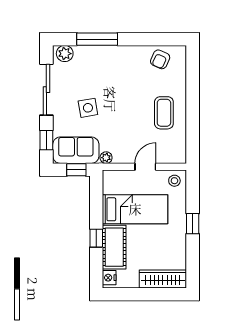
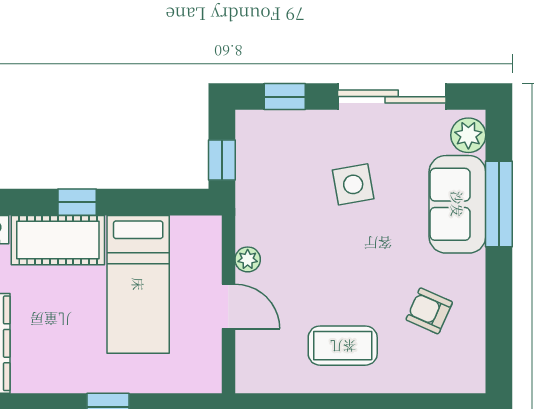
armchair: (160, 59) -> (429, 311), moved
sofa: (76, 150) -> (457, 204), moved, turned 180
plant: (106, 158) -> (248, 259), moved
stool: (174, 181) -> (199, 368), removed

